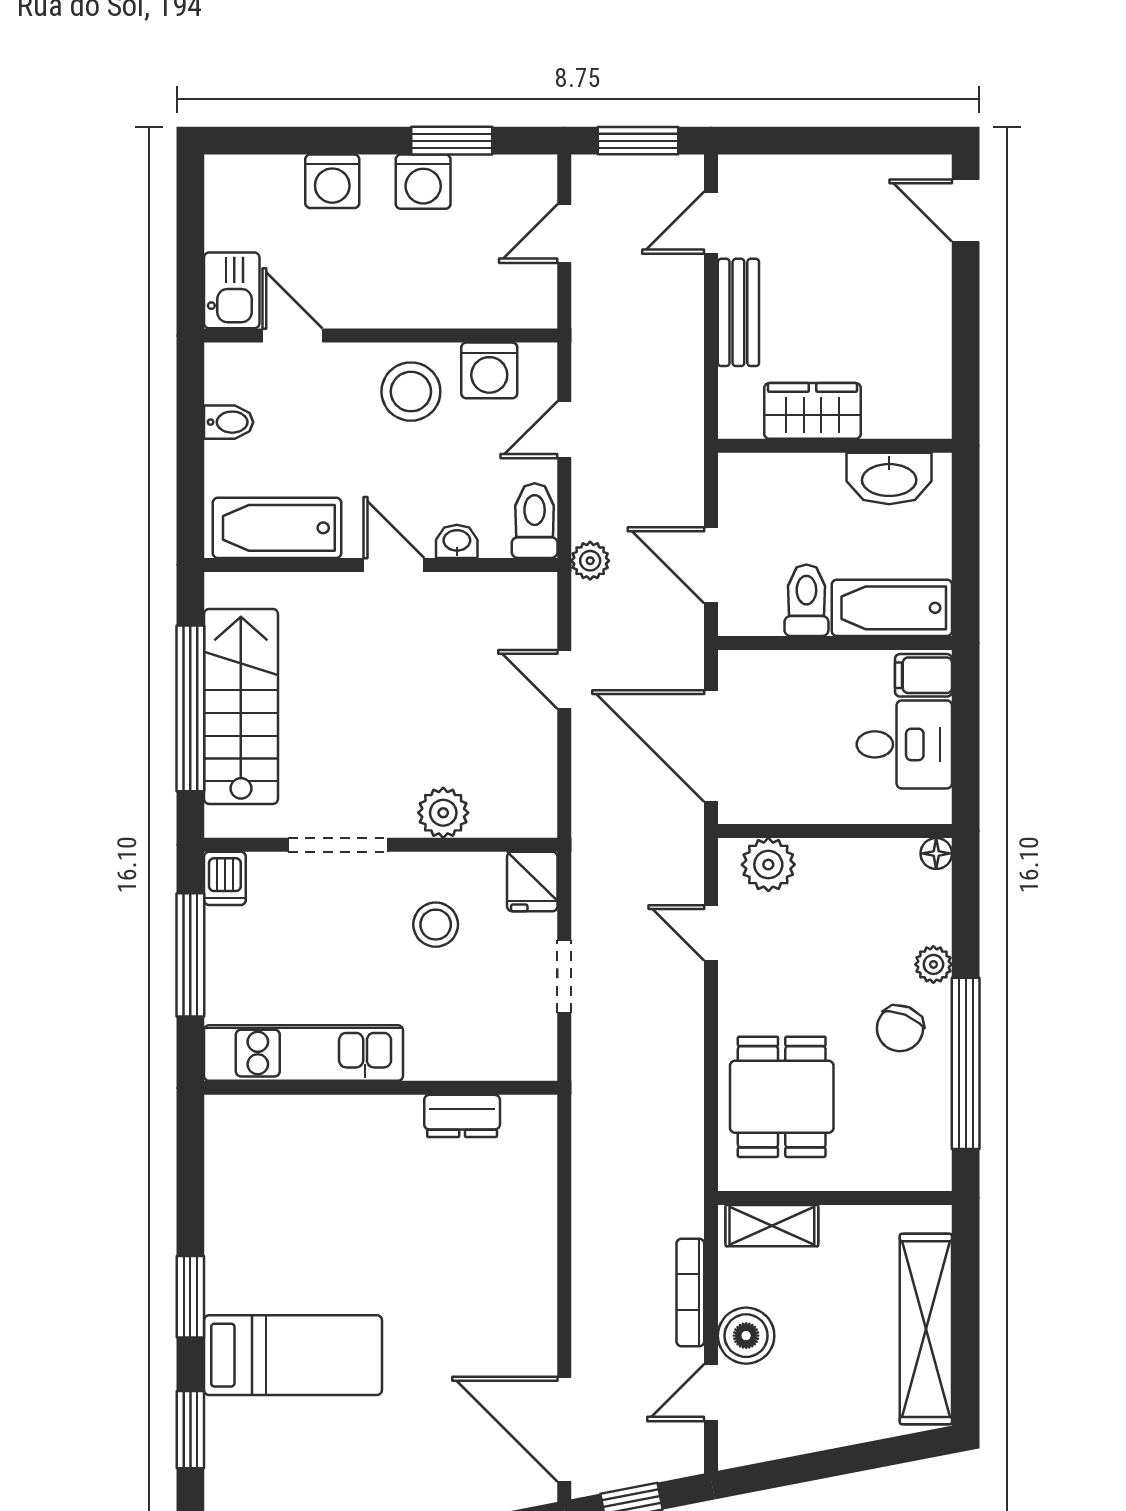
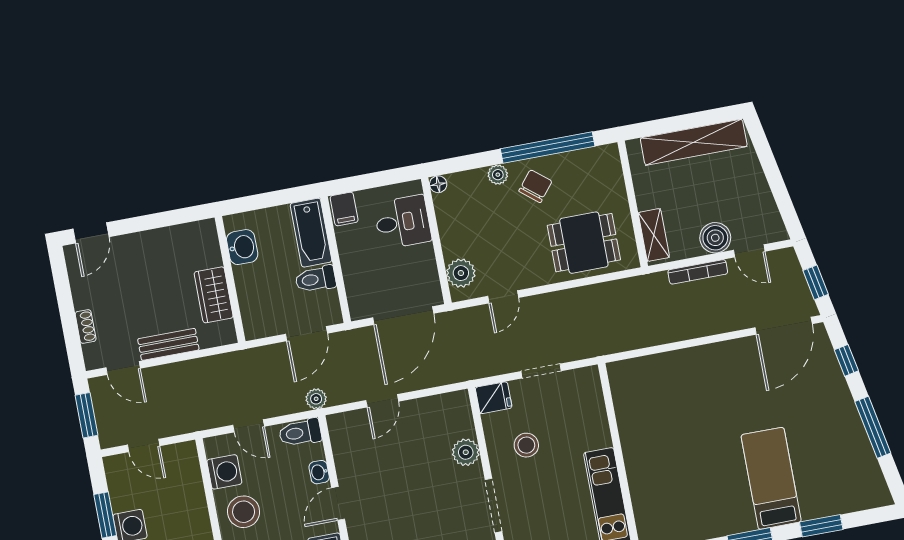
shoe rack: (799, 169) -> (86, 326), added
washbasin: (889, 478) -> (242, 247), width x0.72
desk: (904, 744) -> (403, 222), moved, turned 90
chair: (900, 1028) -> (535, 186), turned -73
dresser: (462, 1116) -> (626, 412), removed

